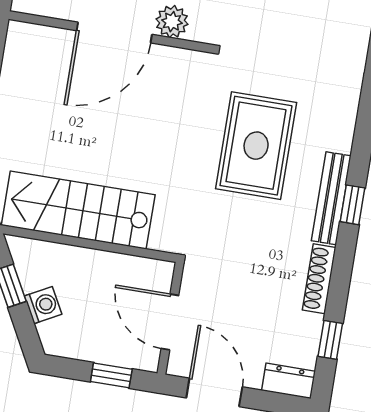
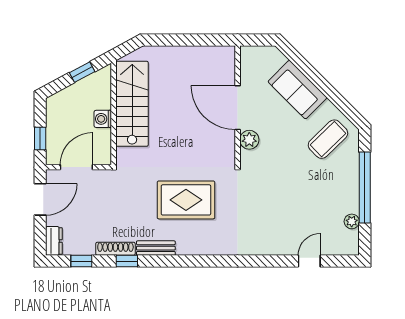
bench: (331, 198) -> (156, 248), width x0.73
window: (353, 205) -> (127, 261), moved
washing machine: (43, 305) -> (103, 119), moved, turned 118

